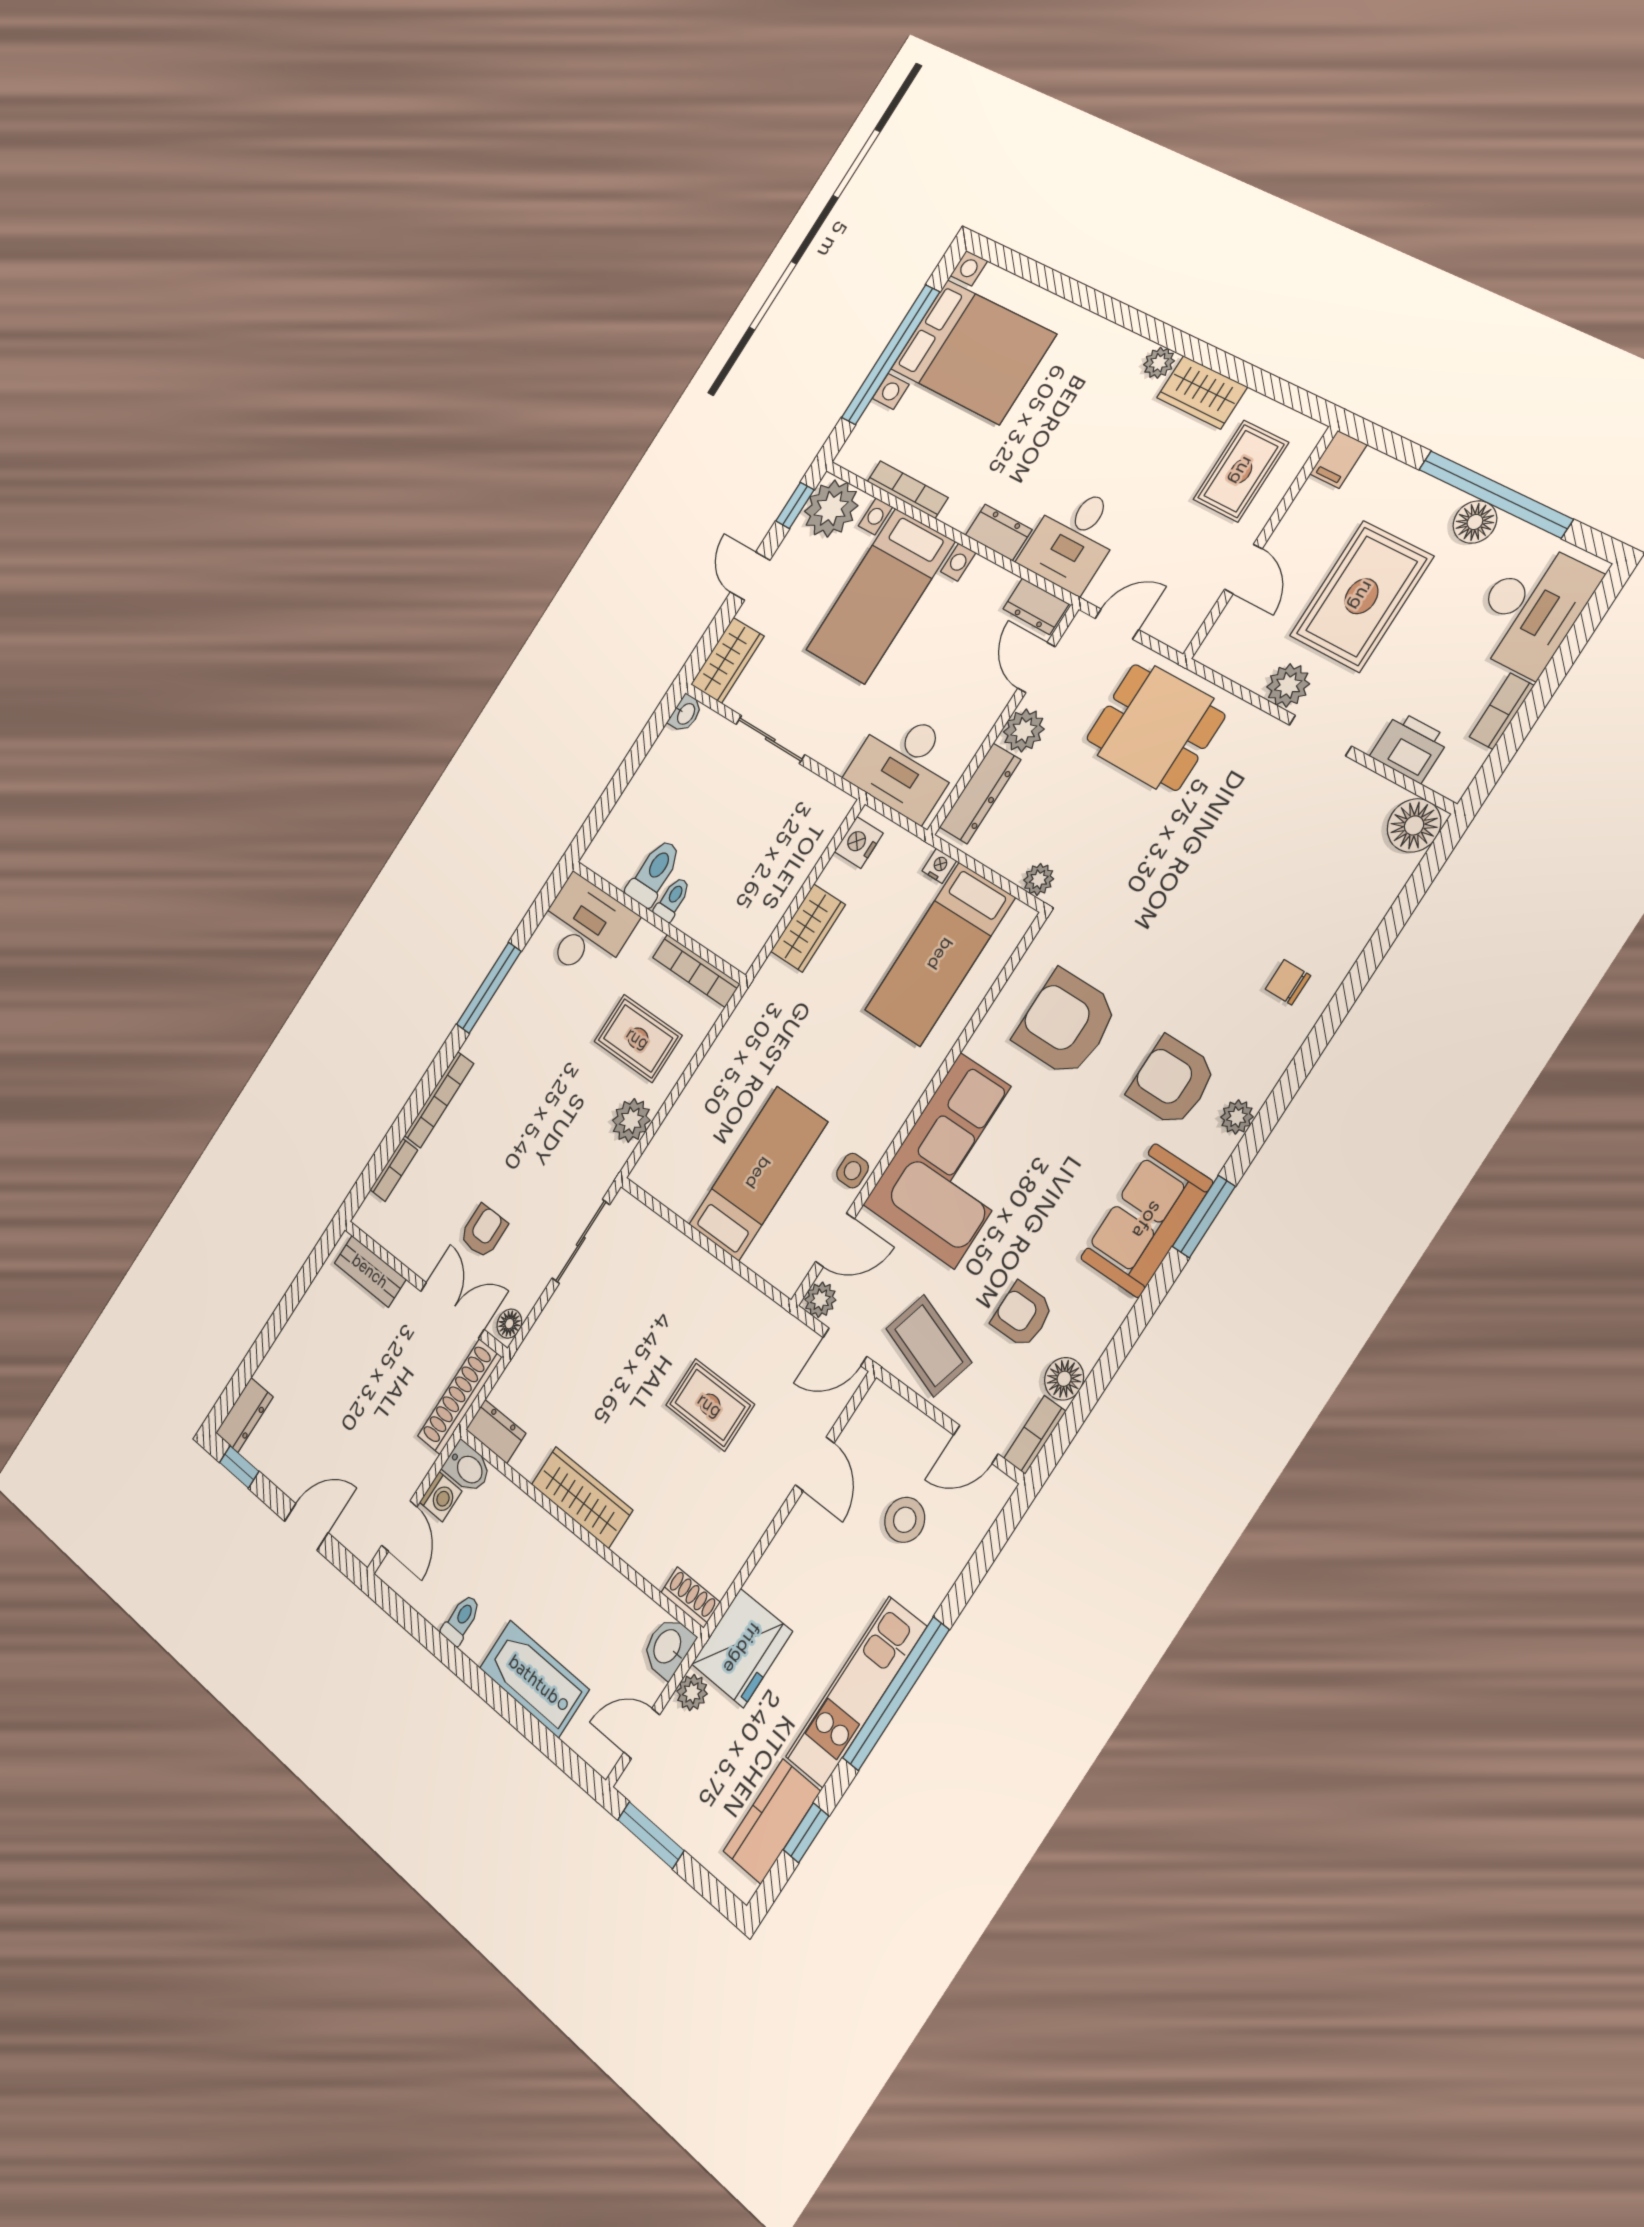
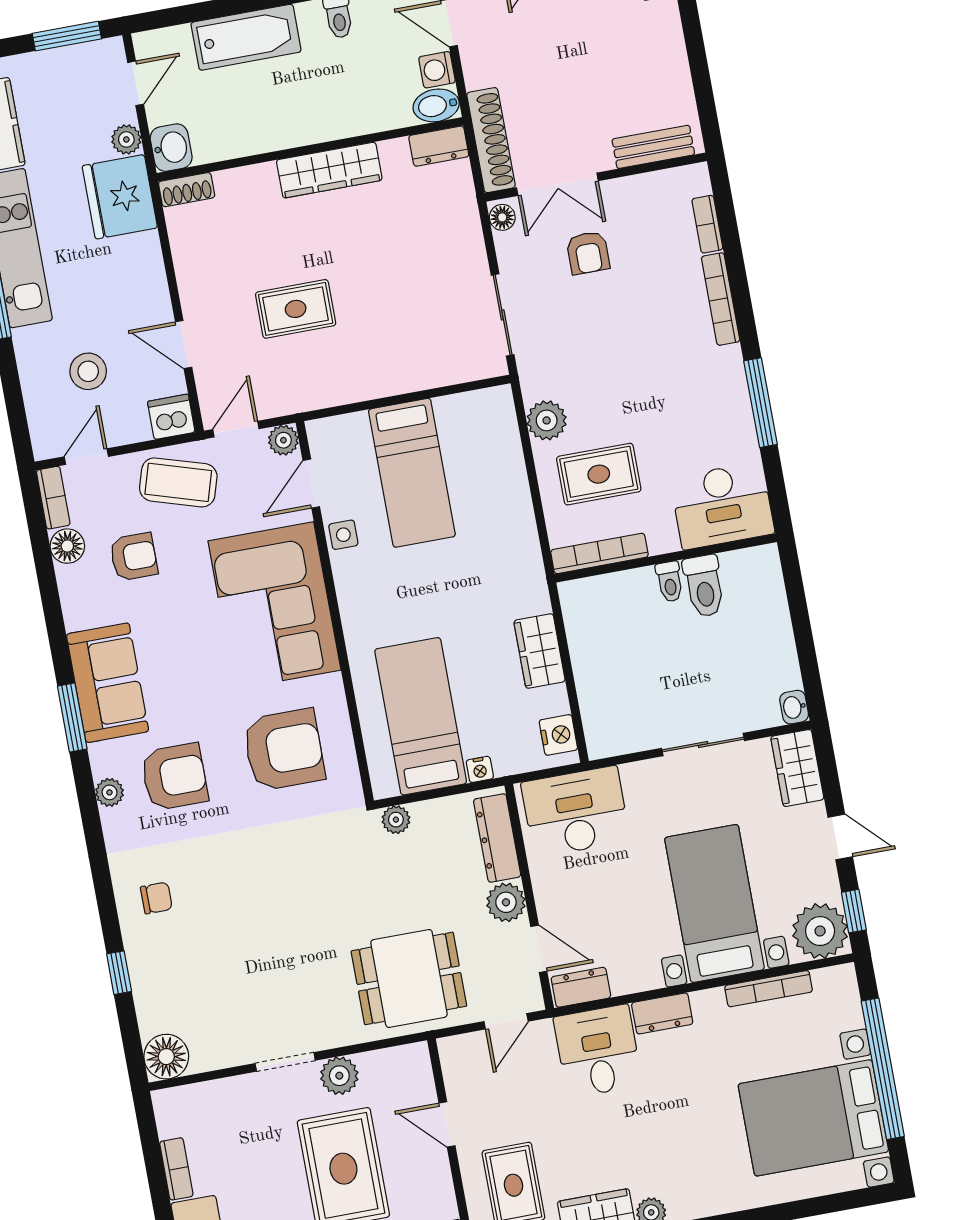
printer: (1410, 747) -> (217, 1101), removed
window: (1382, 940) -> (119, 973), added
dishwasher: (881, 1410) -> (171, 417), added

